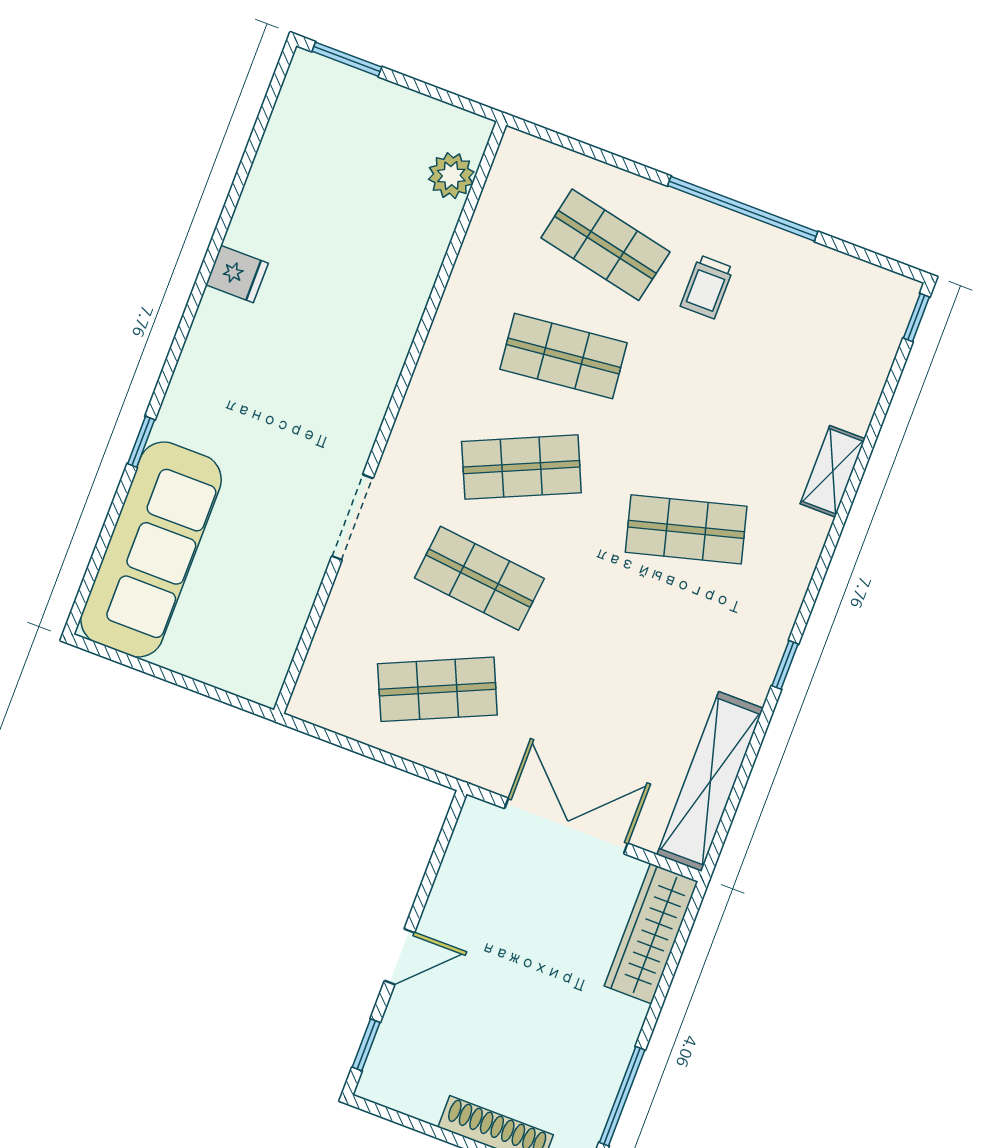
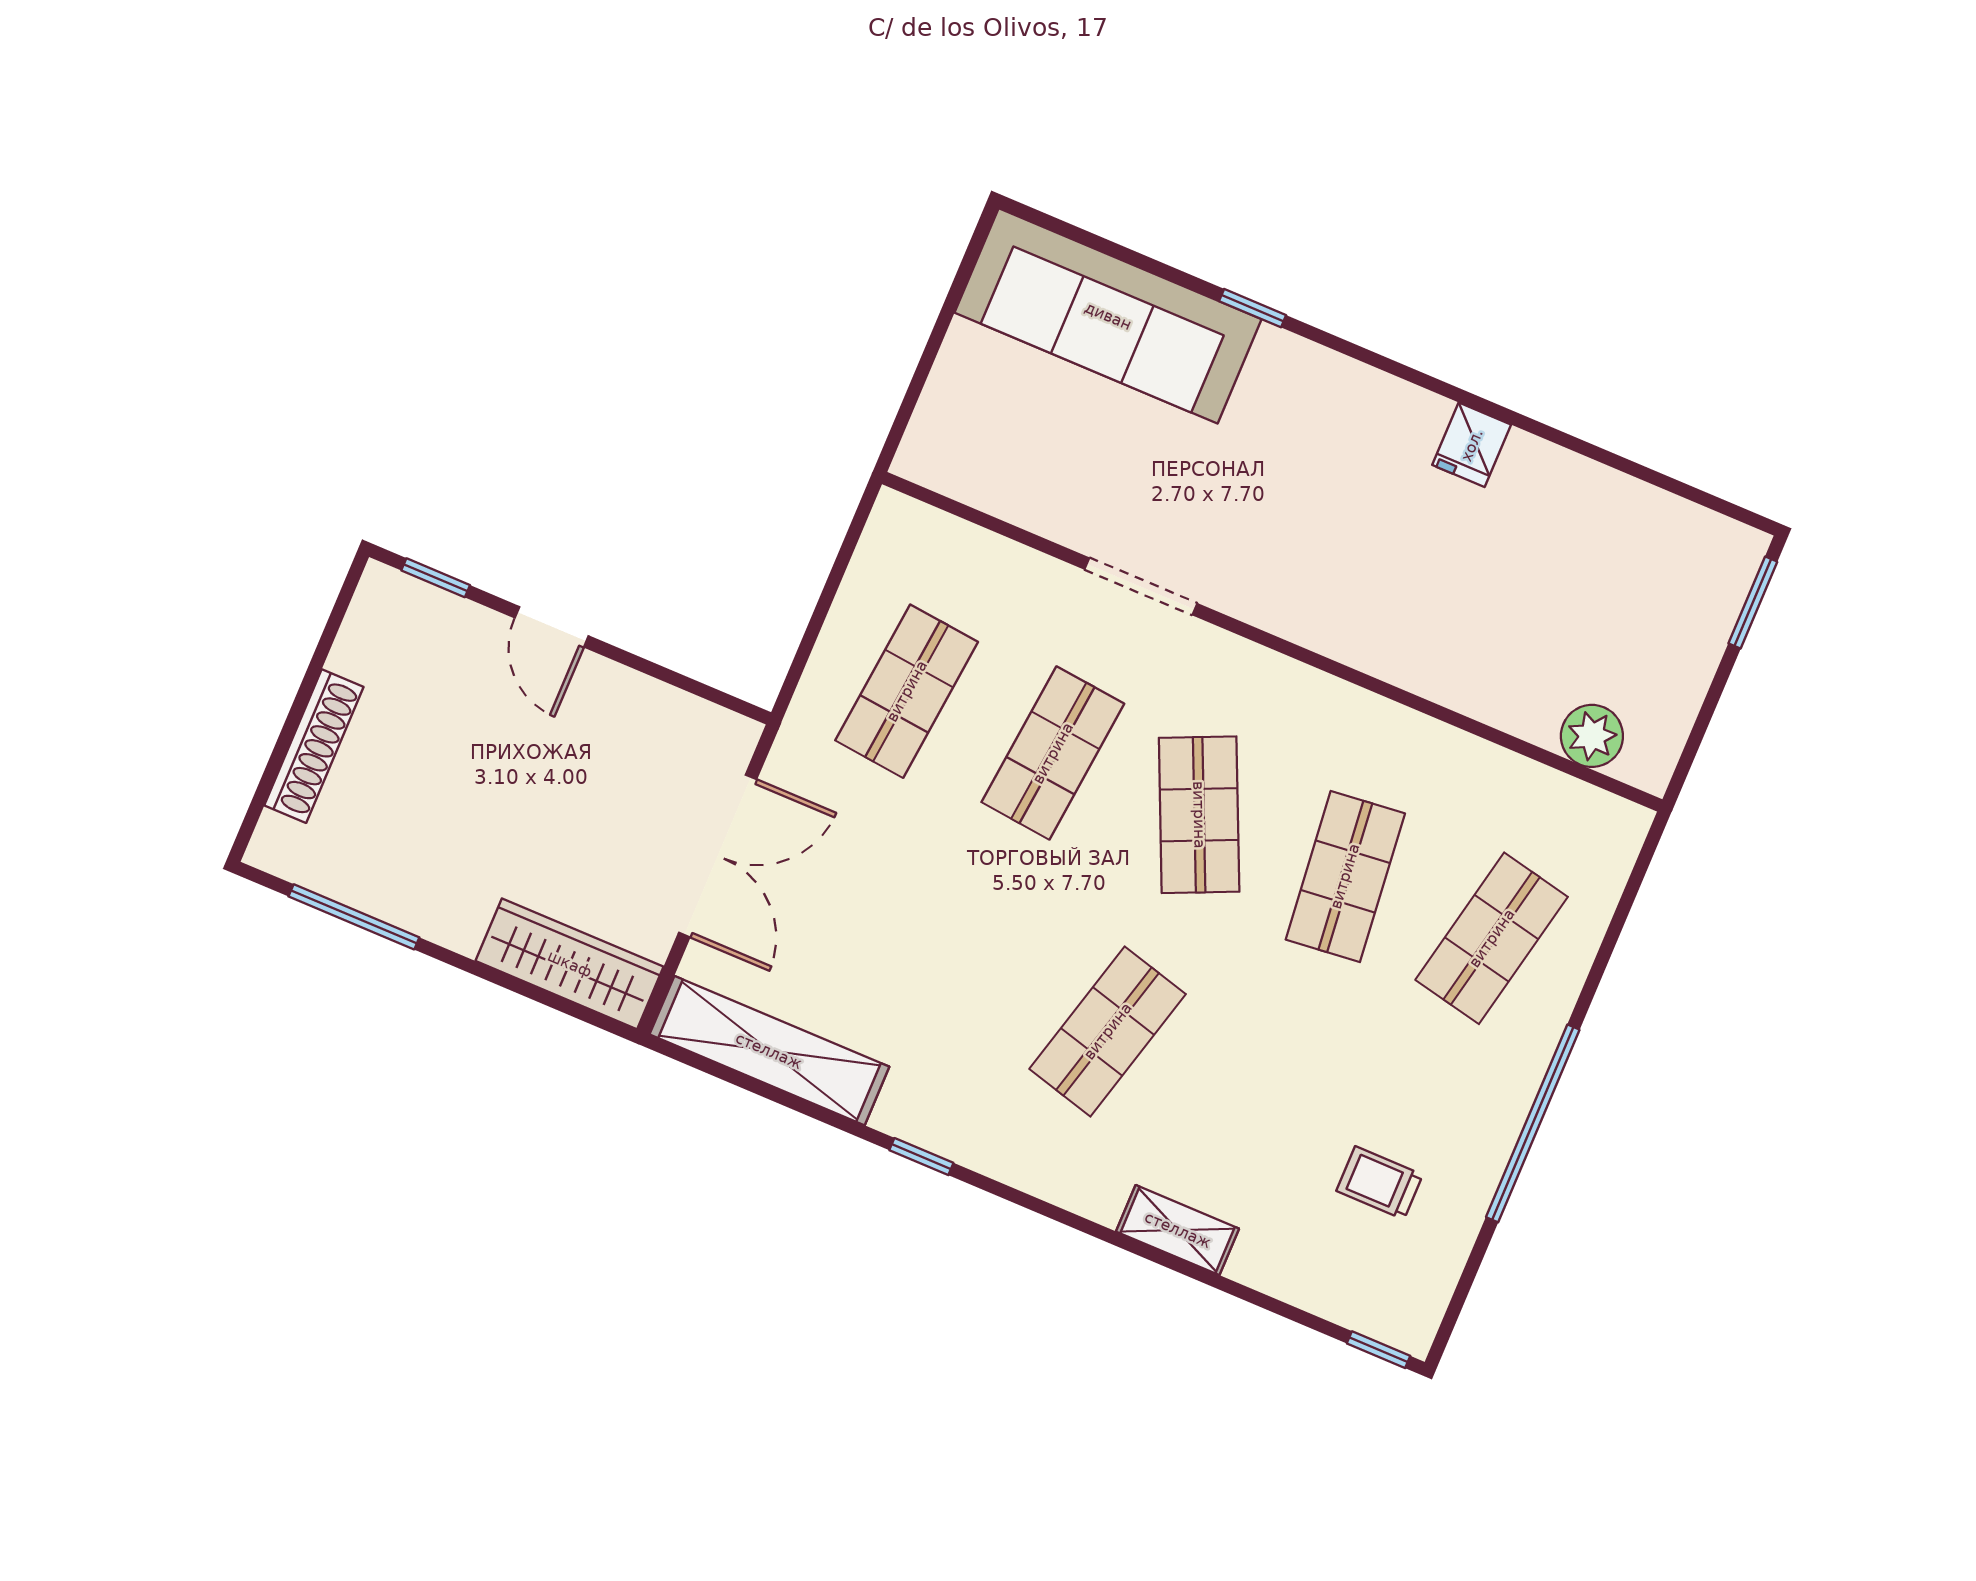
trolley: (707, 287) -> (1379, 1183), moved
shop shelf: (686, 529) -> (1108, 1031), turned 30
shop shelf: (437, 689) -> (907, 691), turned 30

